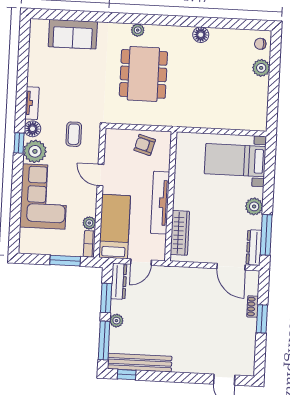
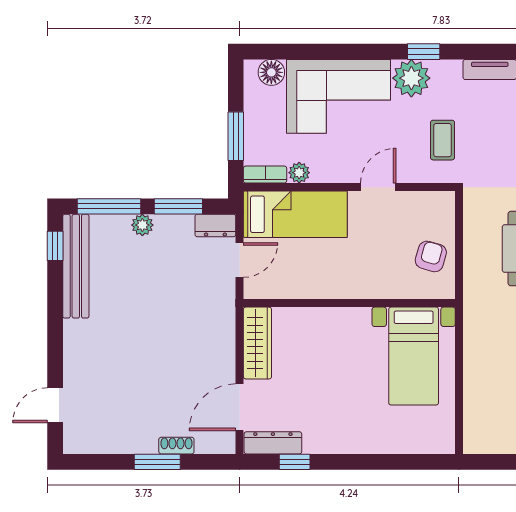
floor lamp: (33, 129) -> (271, 72), moved
coffee table: (74, 134) -> (443, 140), turned 90
bed with nightstands: (235, 160) -> (414, 356), moved, turned 180
tv unit: (160, 203) -> (338, 286), removed
plant: (254, 206) -> (340, 440), removed
wardrobe: (180, 233) -> (257, 343), moved, turned -90
window: (266, 235) -> (295, 462), width x0.46
door: (141, 262) -> (240, 260), swing flipped
dresser: (119, 281) -> (215, 226), width x0.70

